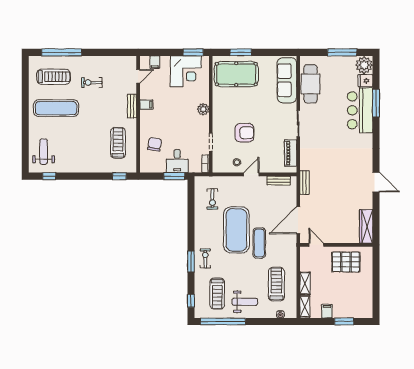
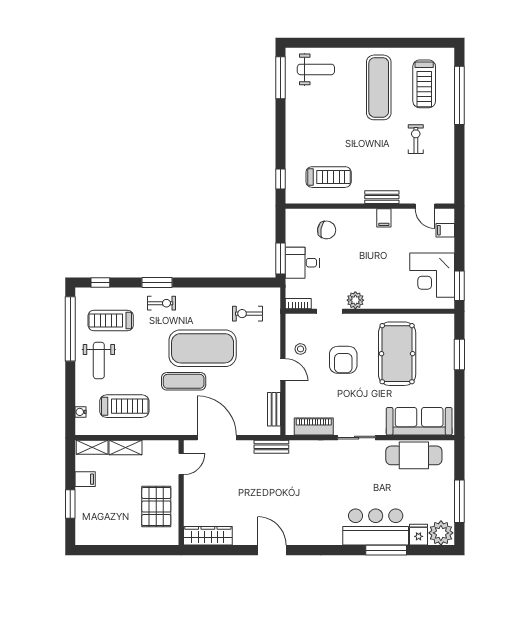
pool table: (236, 74) -> (397, 354), moved
plant: (203, 109) -> (355, 300), moved
window: (49, 176) -> (280, 78), width x2.17
door: (376, 182) -> (272, 550), swing flipped

